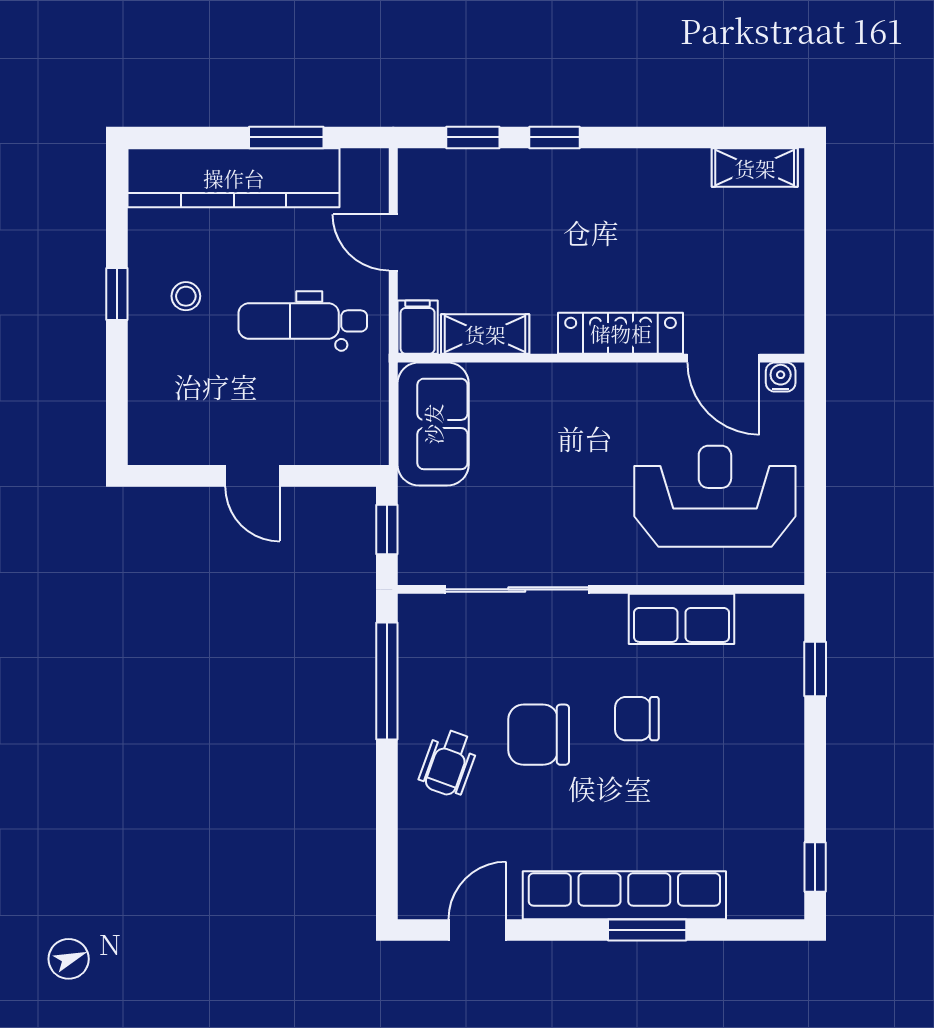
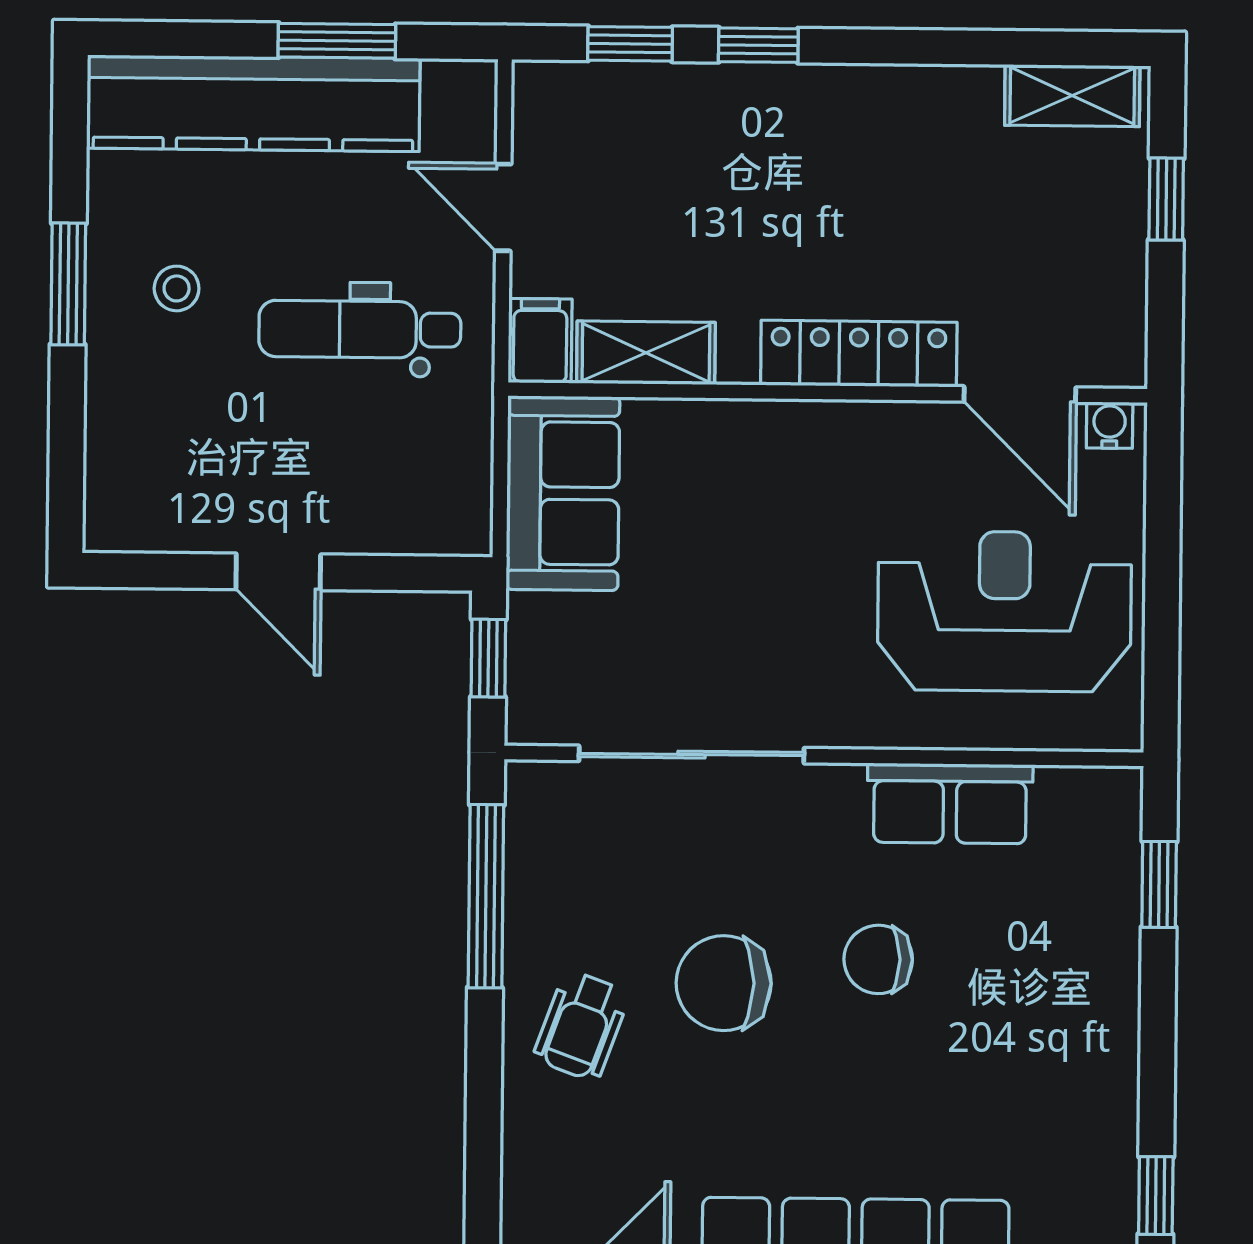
window: (815, 233) -> (1166, 199), added
window: (117, 294) -> (68, 284), width x1.50

